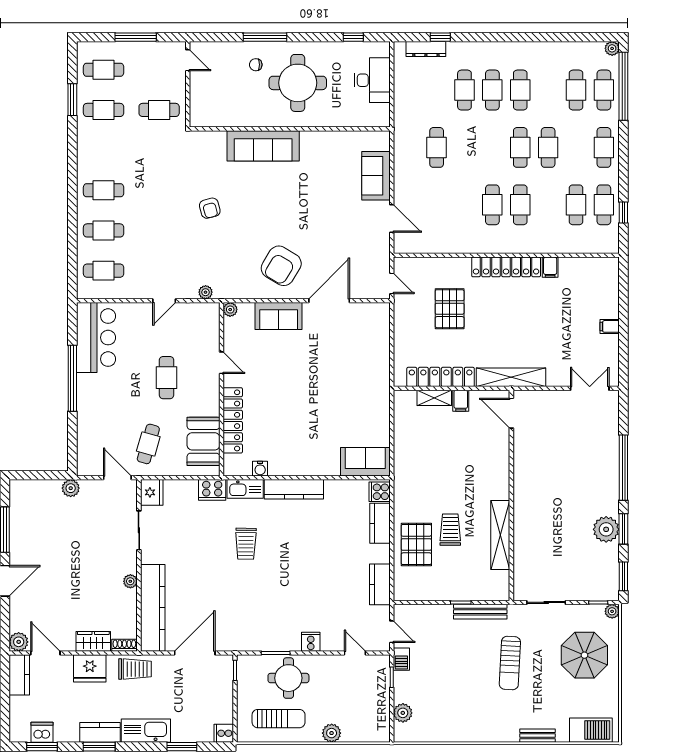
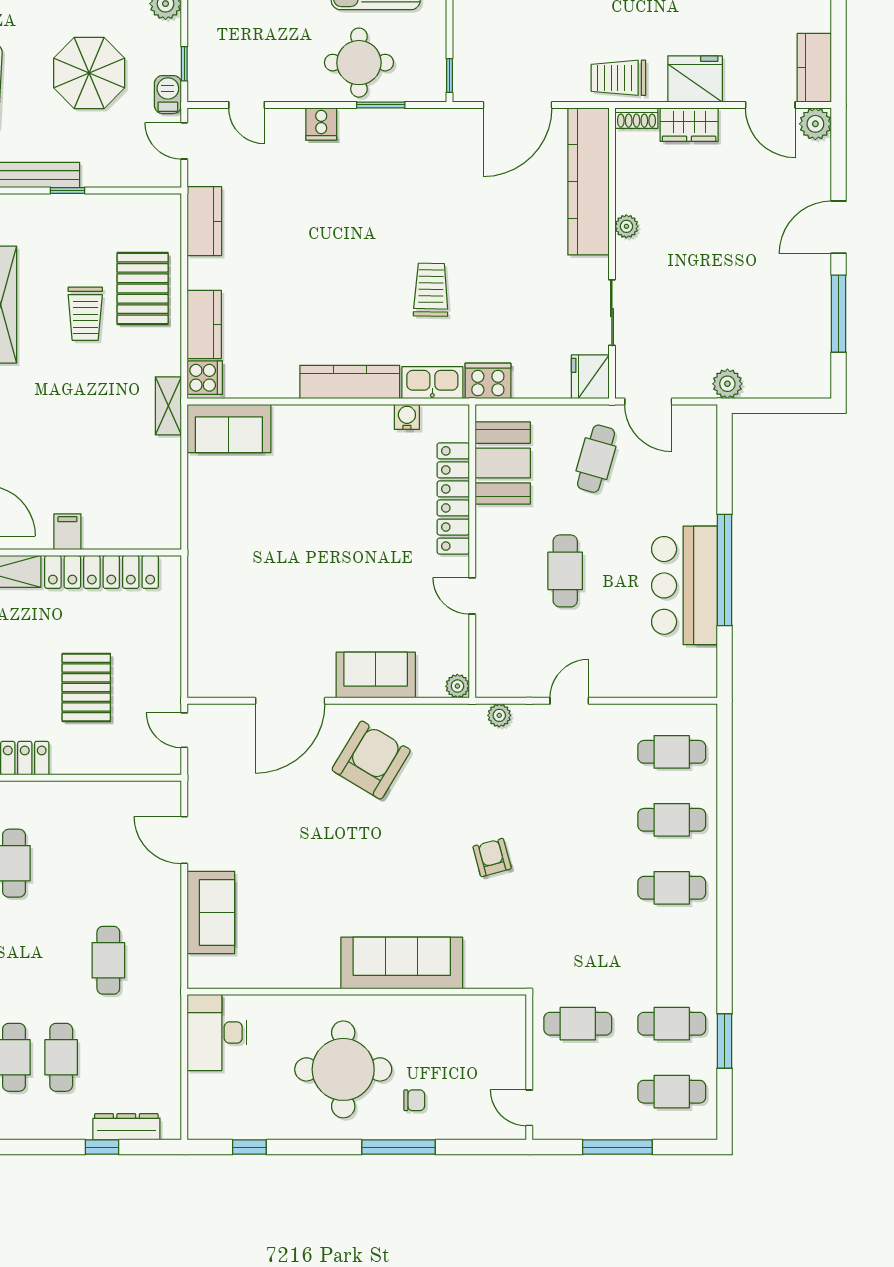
desk: (372, 80) -> (217, 1033), moved
bar counter: (96, 338) -> (684, 585), moved
shelving: (434, 398) -> (168, 406), moved, turned 90
parasol: (448, 672) -> (89, 73), added

